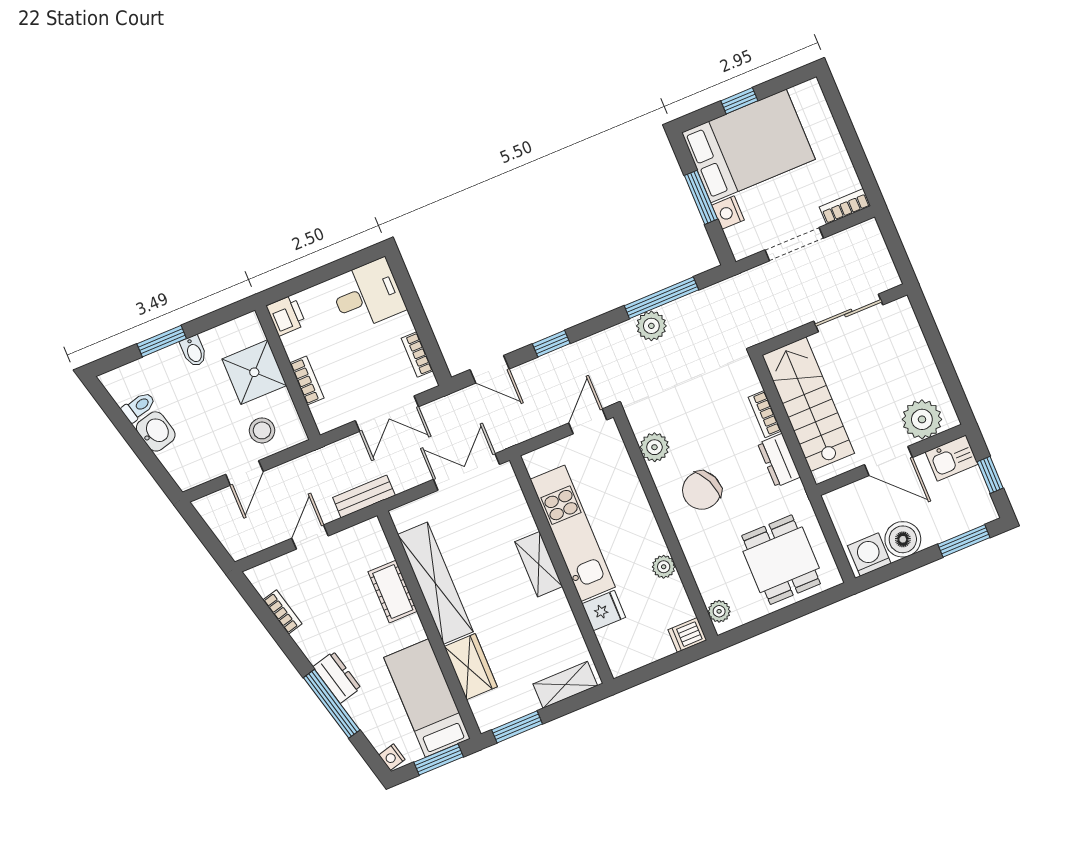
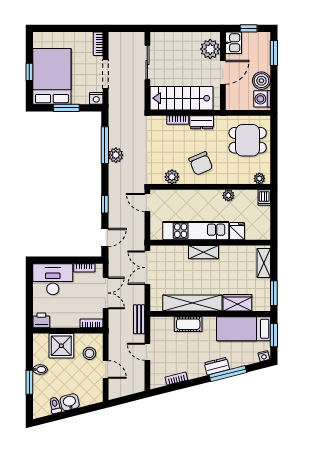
nightstand: (728, 213) -> (96, 98), moved
desk: (367, 295) -> (53, 279), width x1.37
bookcase: (307, 381) -> (91, 323), moved

